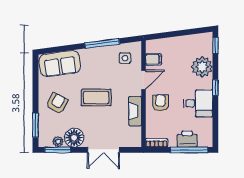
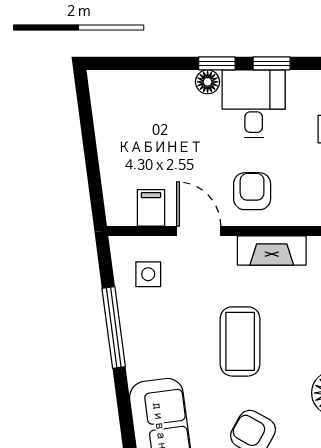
window: (215, 45) -> (272, 63), moved
plant: (202, 67) -> (168, 94), removed
floor lamp: (207, 84) -> (208, 82), added
armchair: (161, 103) -> (252, 191), turned 90

